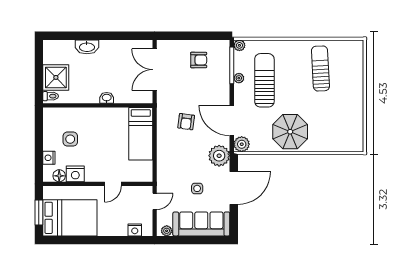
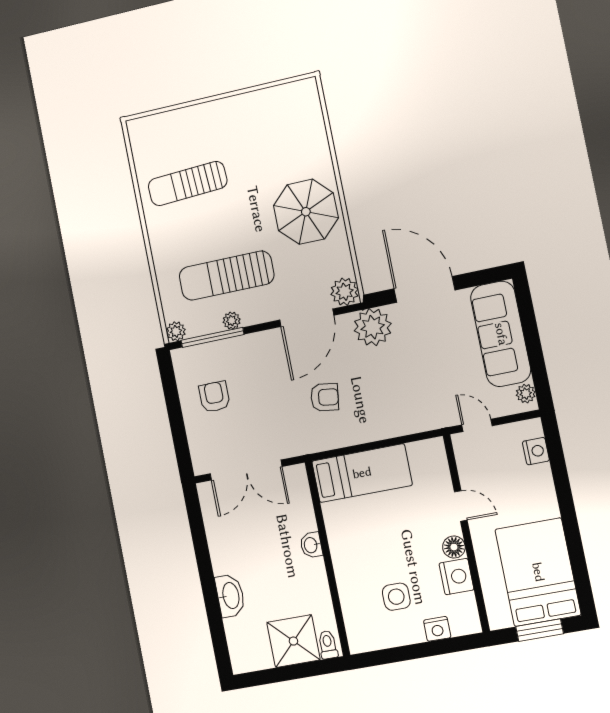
floor lamp: (59, 176) -> (454, 547), moved
side table: (197, 188) -> (438, 354), removed

